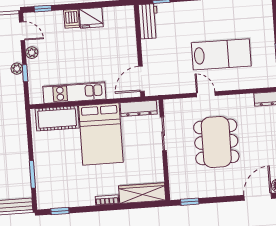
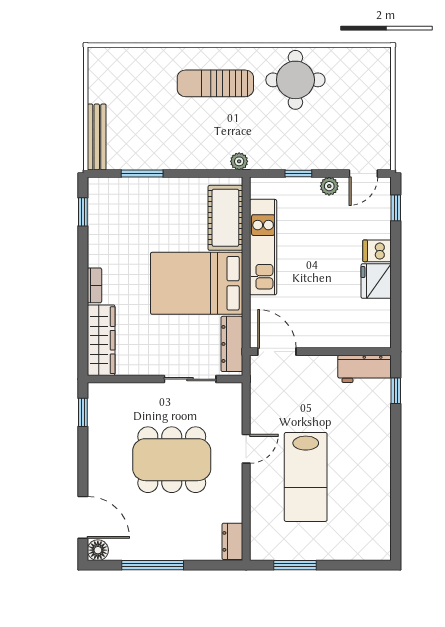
plant: (17, 69) -> (239, 161), moved

